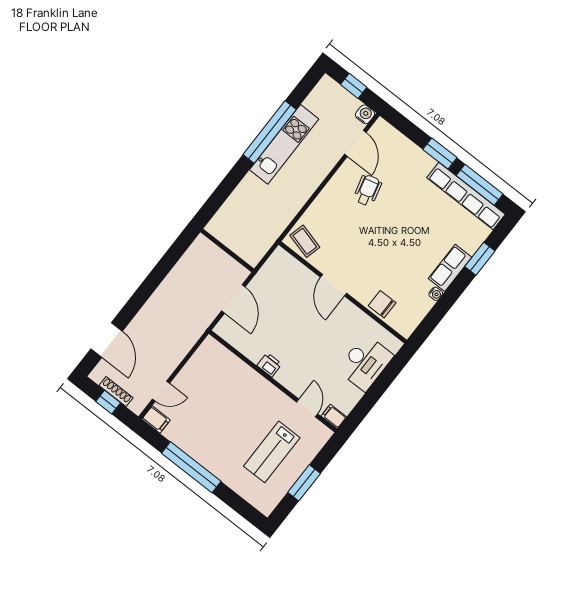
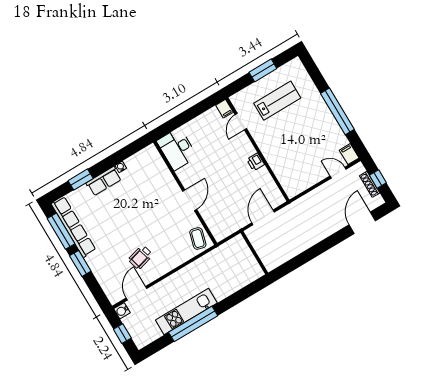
chair: (382, 304) -> (161, 174), removed
desk: (365, 363) -> (177, 149), moved, turned -90

